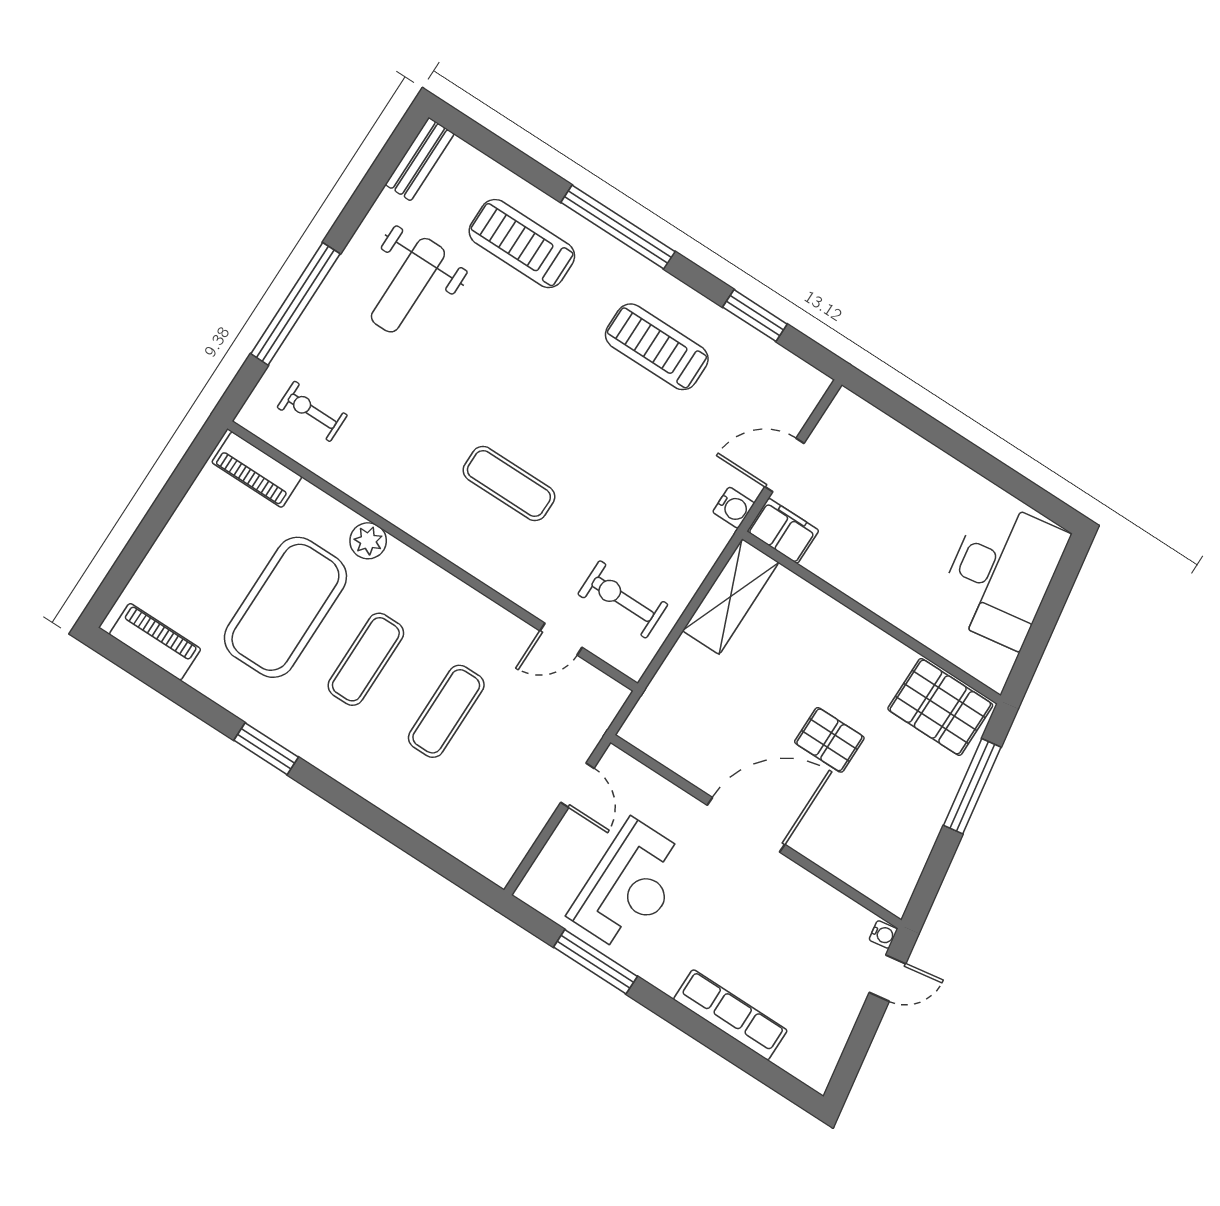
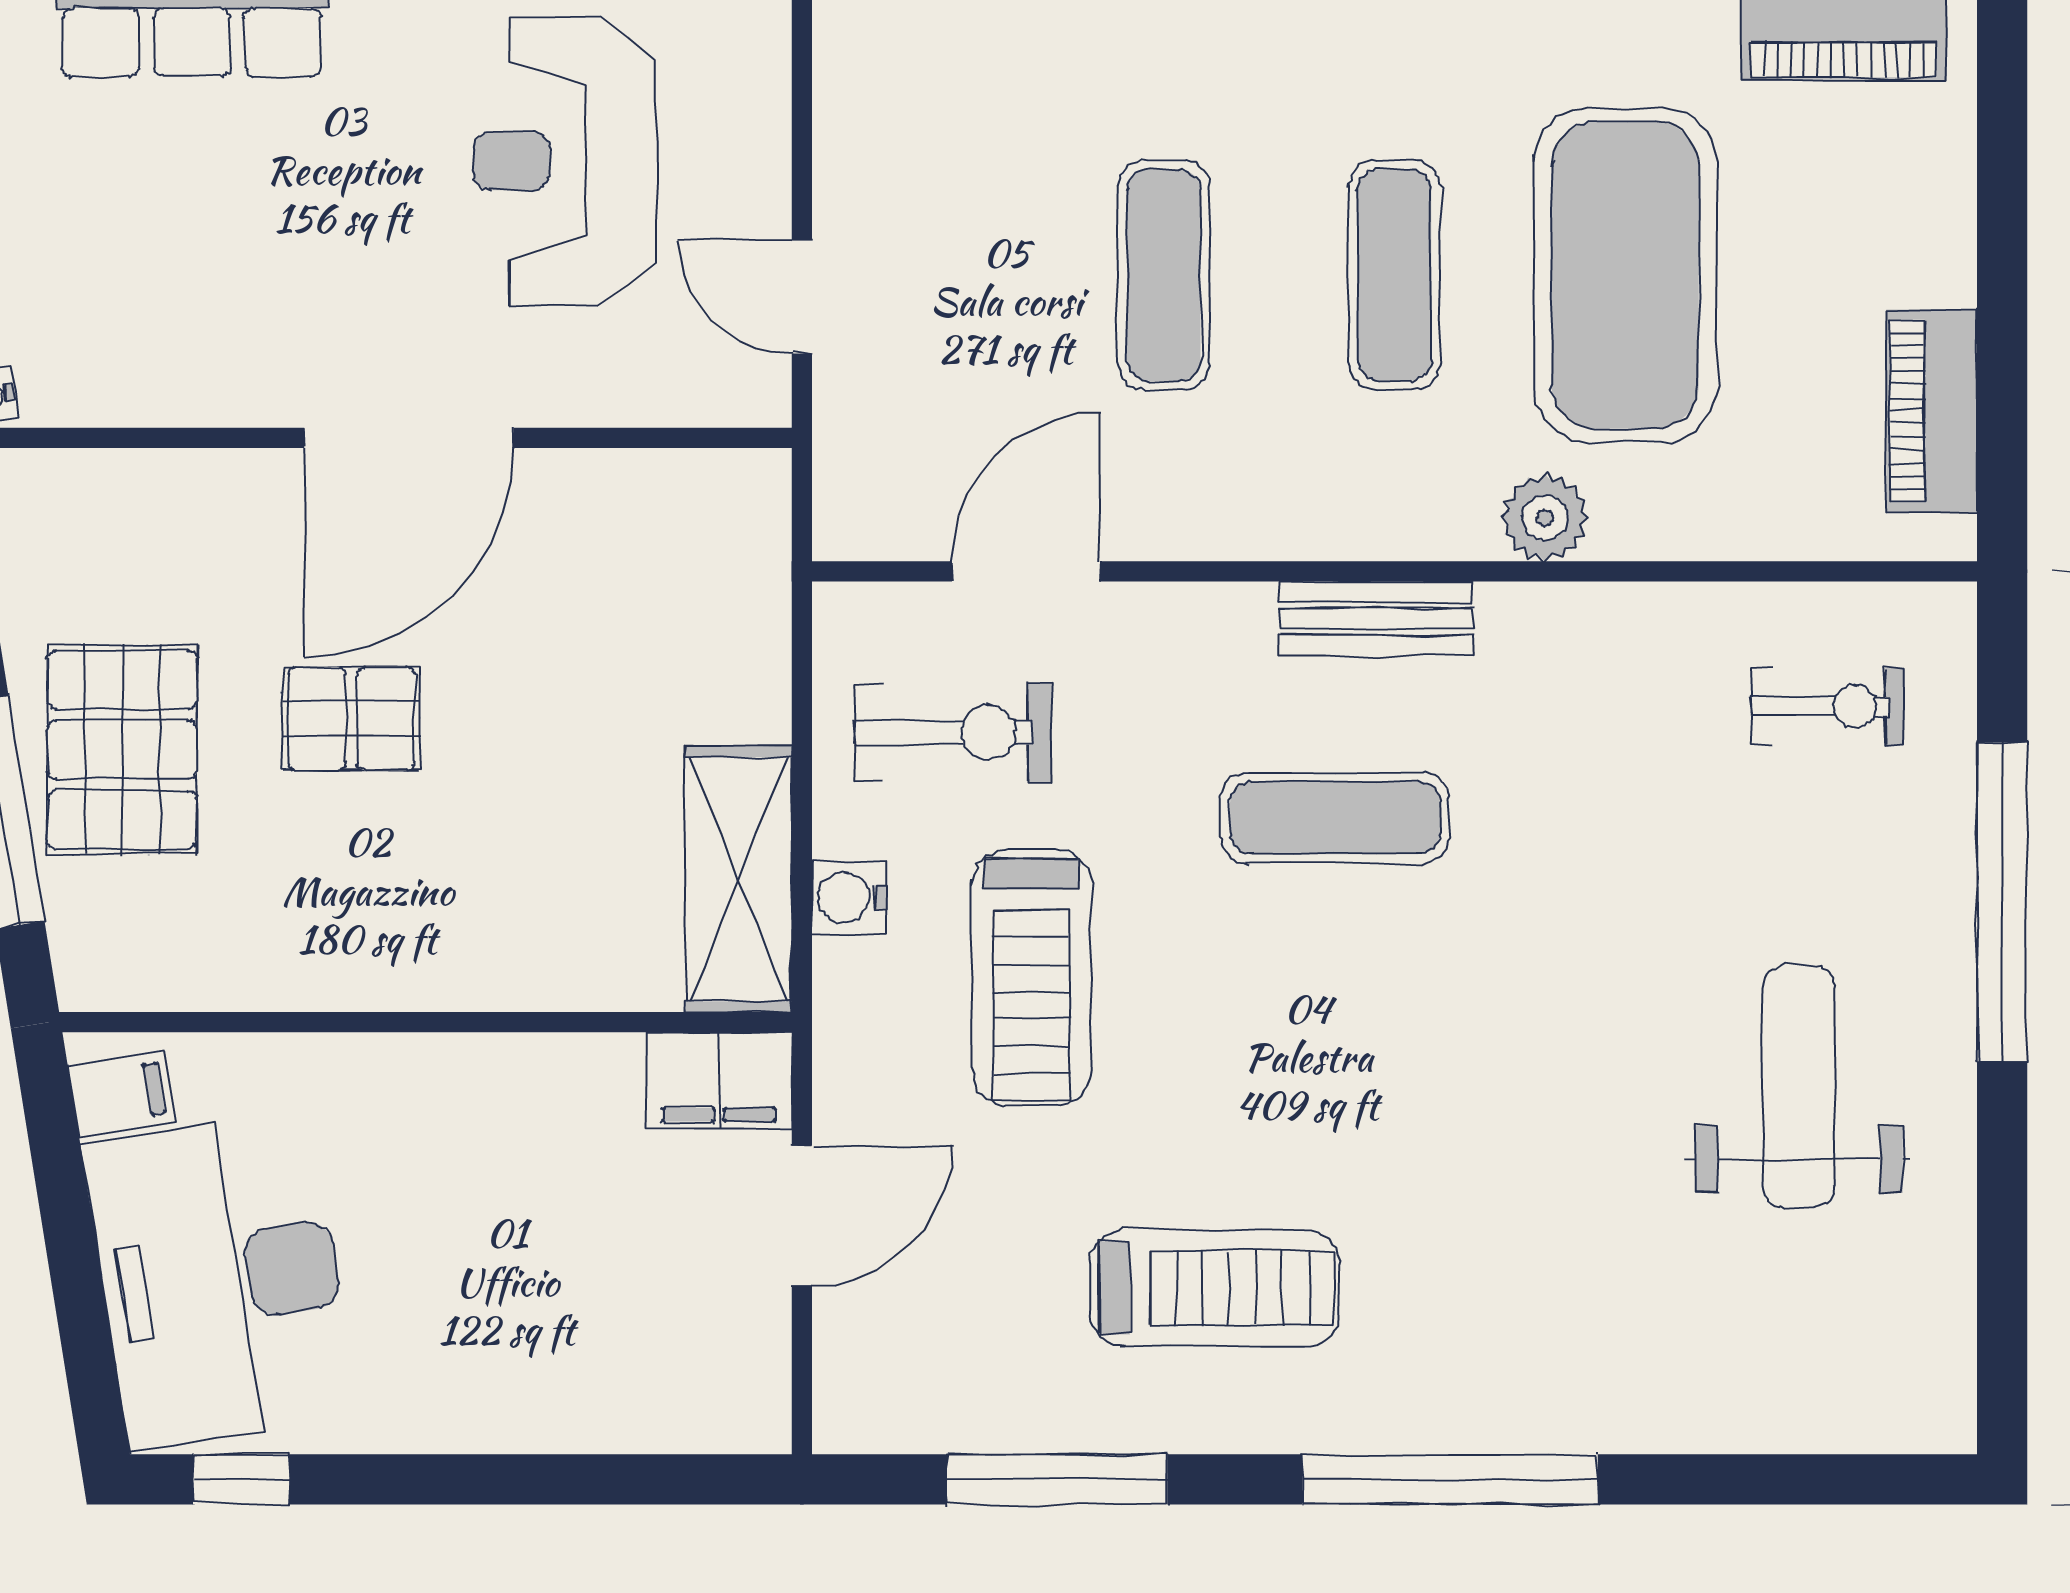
bench: (420, 159) -> (1376, 618), moved, turned 90
treadmill: (522, 244) -> (1032, 977), moved, turned 90
window: (755, 316) -> (1057, 1479), width x1.44
piano: (257, 470) -> (1932, 411), moved, turned -90
window: (1039, 500) -> (241, 1479), added
water cooler: (734, 508) -> (849, 898), moved
door: (561, 639) -> (1026, 571), width x1.38
filing cabinet: (994, 661) -> (121, 1094), added
pallet: (940, 707) -> (122, 750), moved, turned 90

